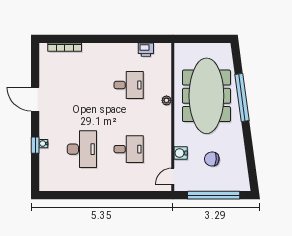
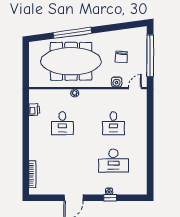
desk: (129, 85) -> (62, 123), turned 180
desk: (82, 149) -> (113, 161), turned 180
desk: (129, 149) -> (113, 123), turned 180
door: (173, 176) -> (135, 88), swing flipped

